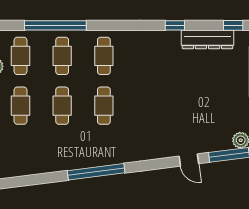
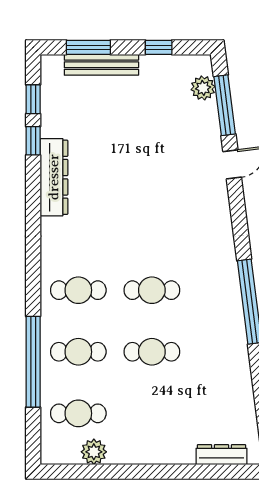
window: (175, 25) -> (33, 141), moved
dresser: (207, 39) -> (54, 177), moved
cafe table: (21, 106) -> (152, 413), removed

